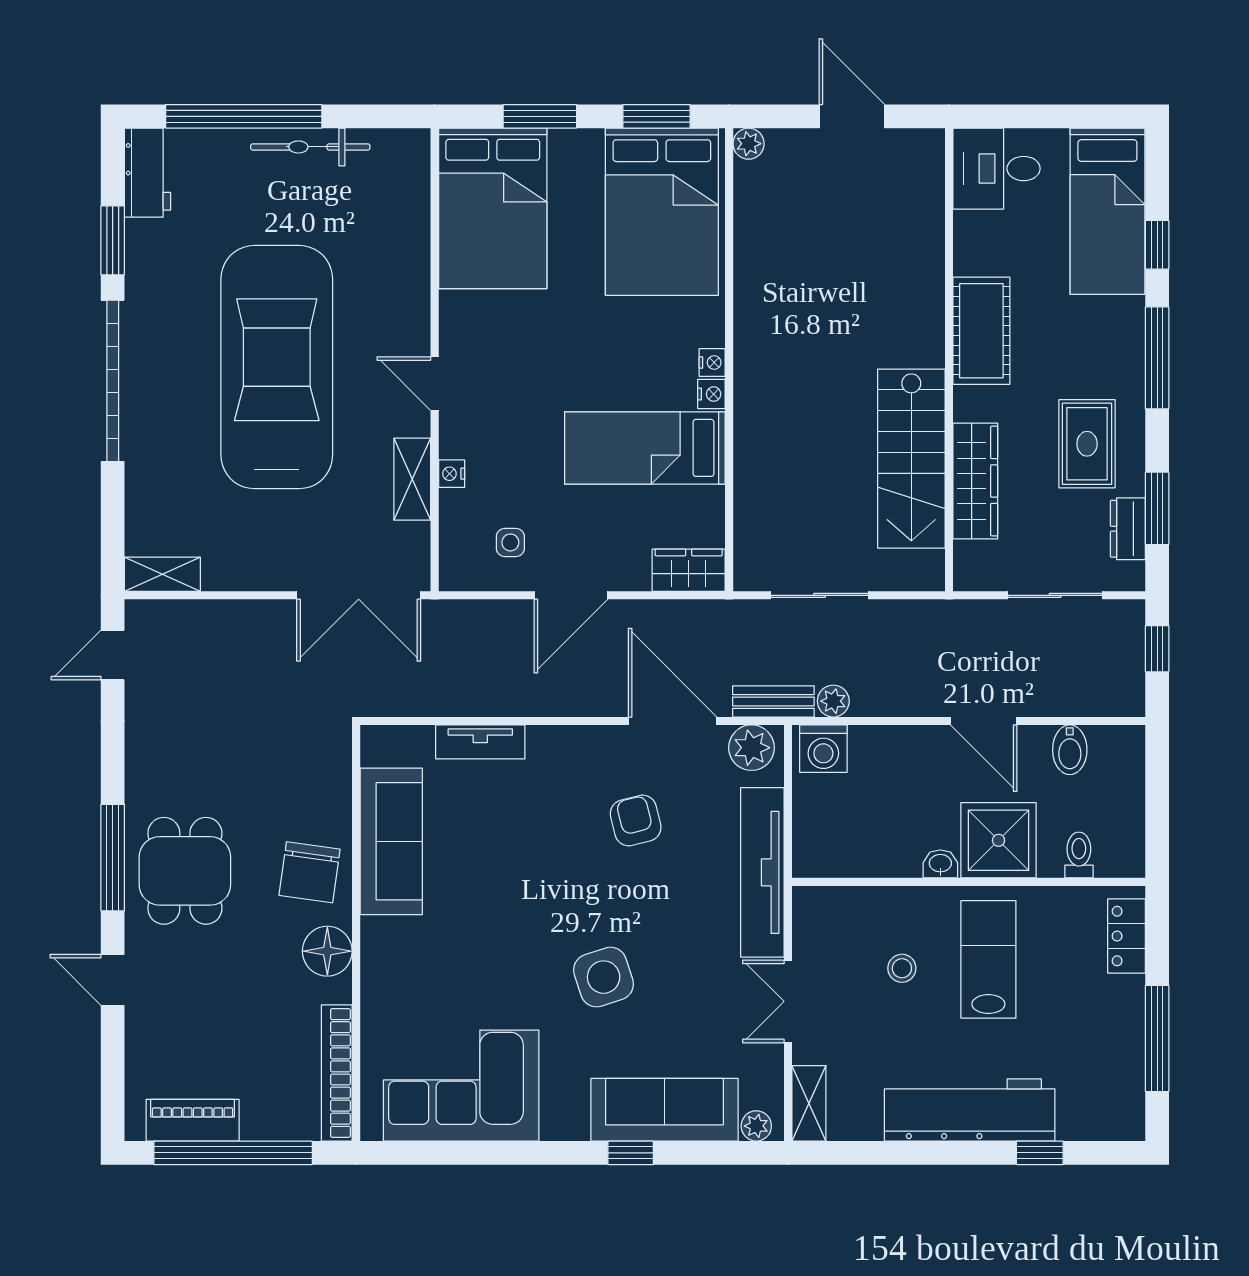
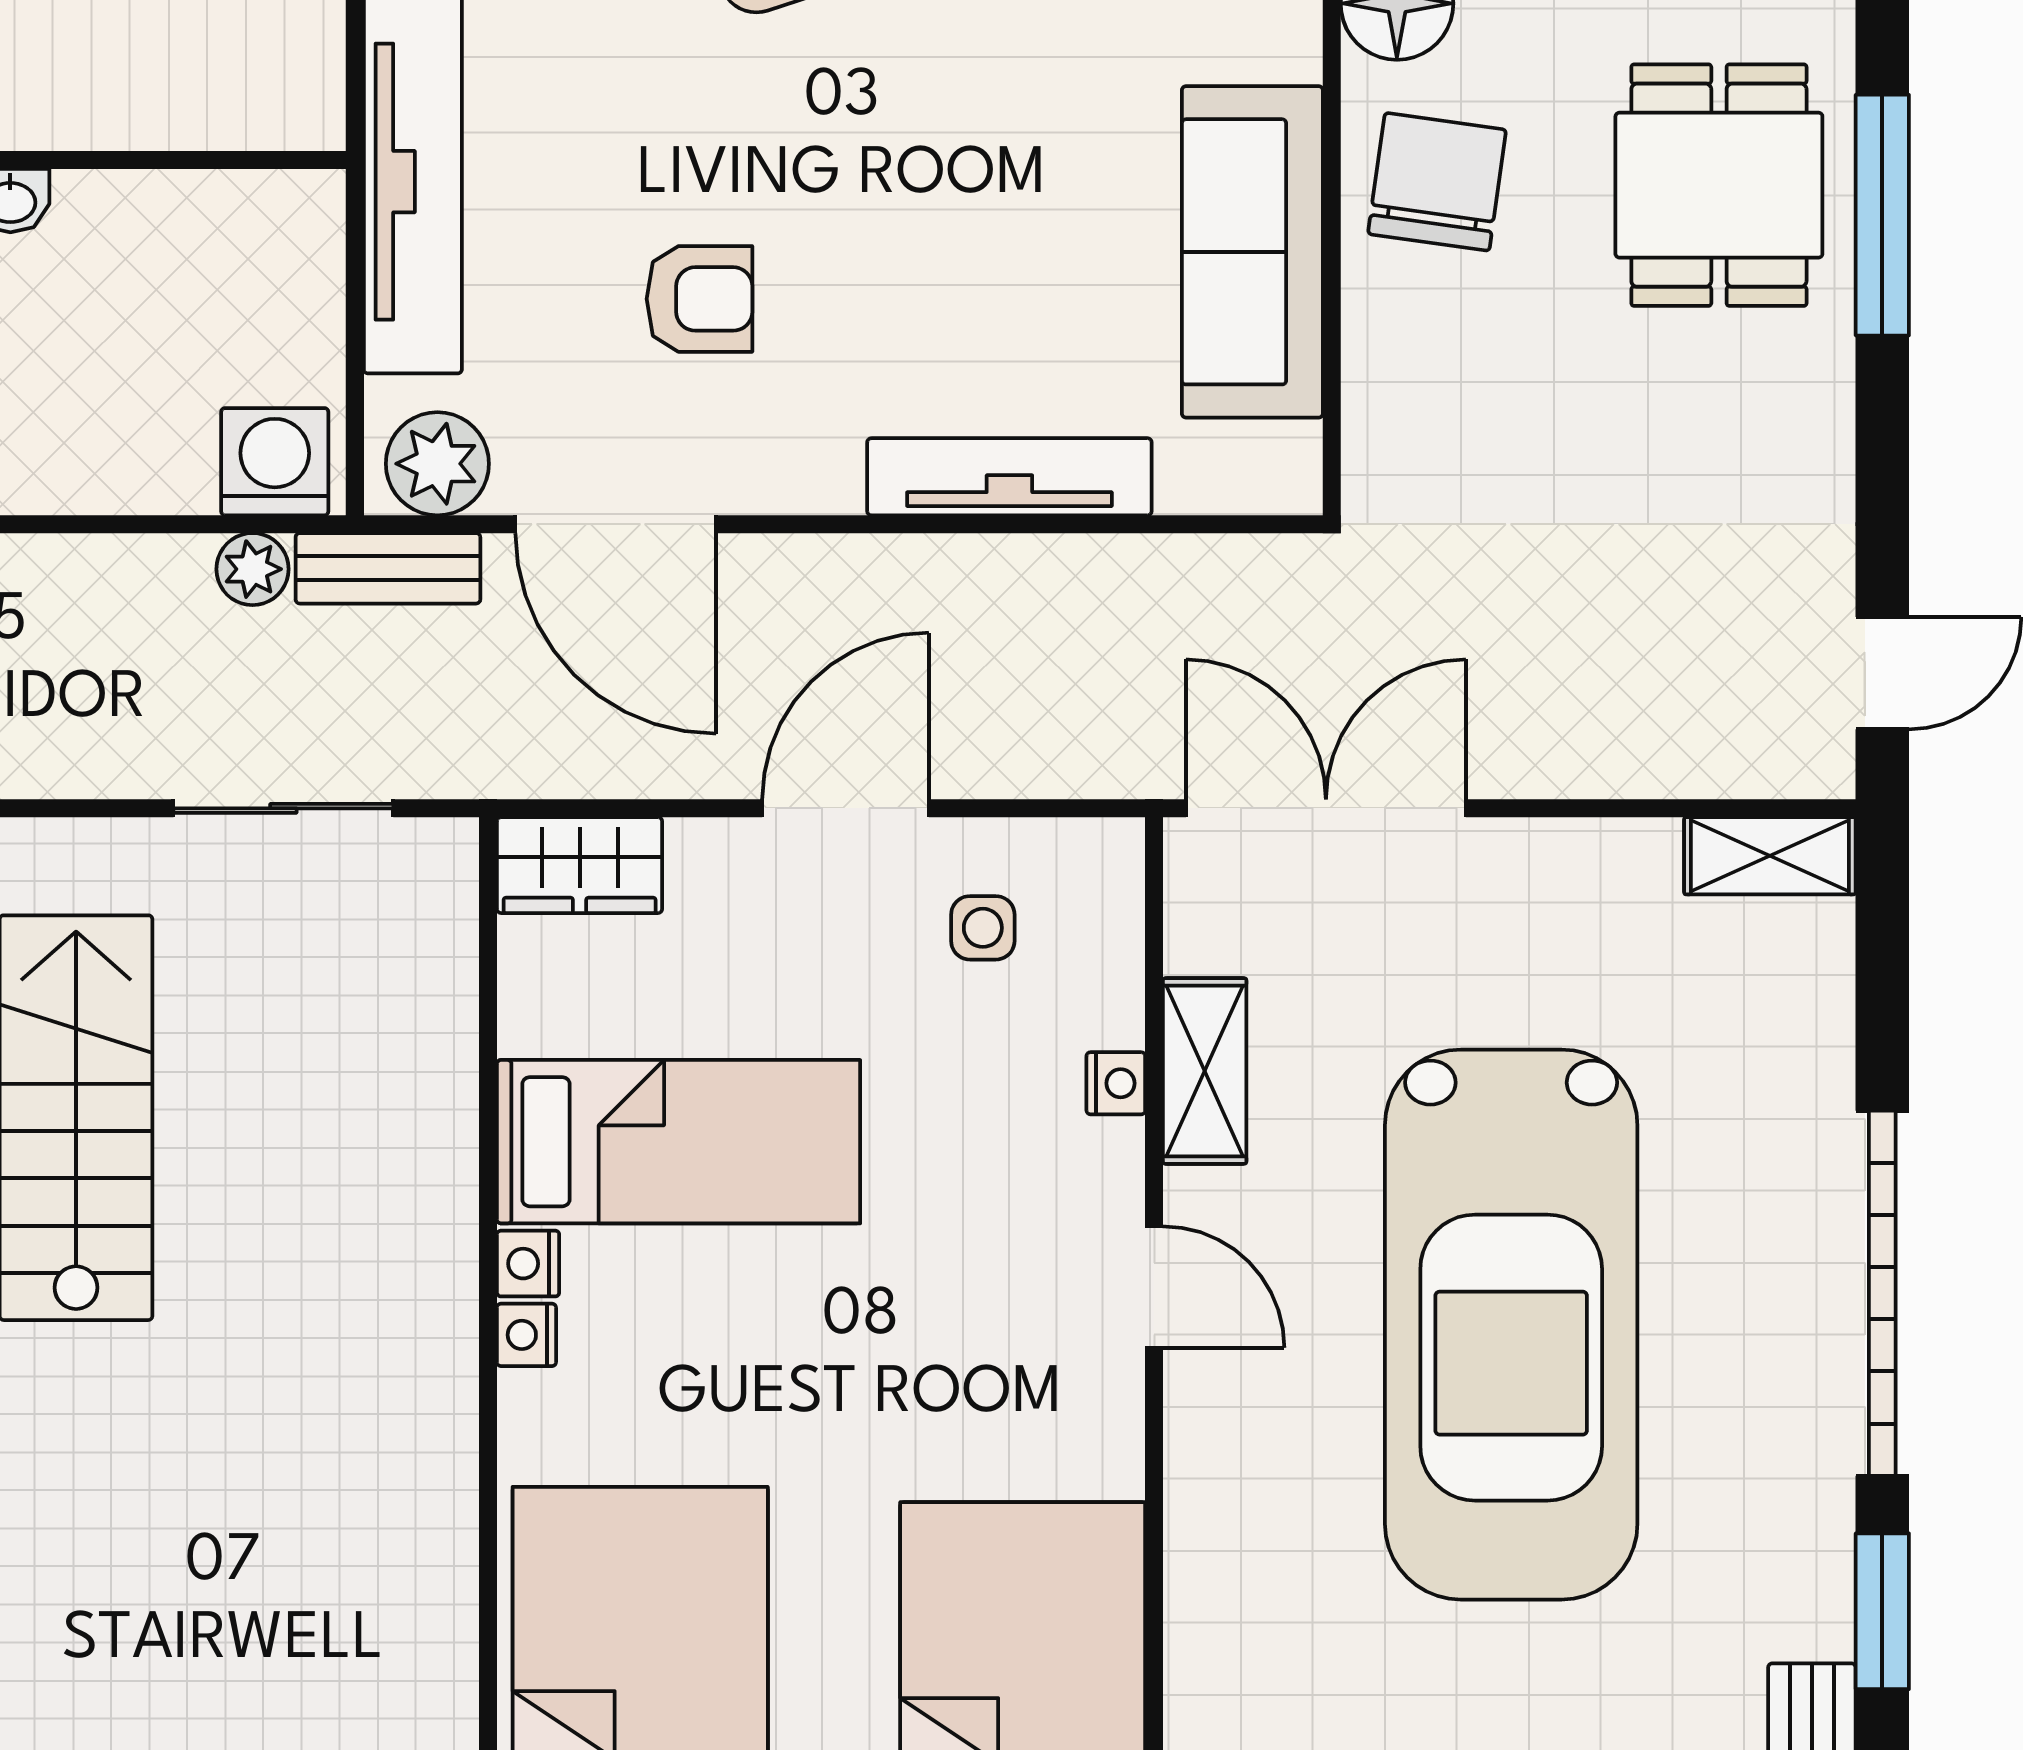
tv unit: (480, 742) -> (1009, 477), width x1.41
armchair: (636, 821) -> (699, 299), turned -76

